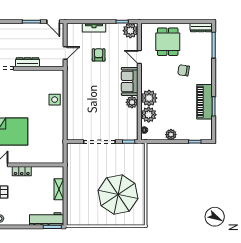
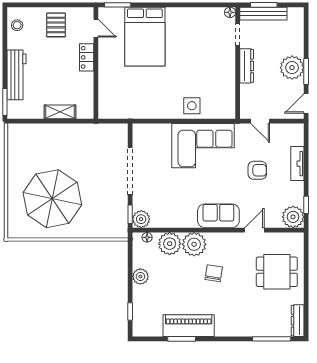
plant: (29, 31) -> (292, 68), added
chair: (184, 70) -> (214, 273), moved
corner sofa: (82, 92) -> (203, 146), added
plant: (132, 102) -> (141, 219), moved
workbench: (47, 219) -> (16, 75), moved

